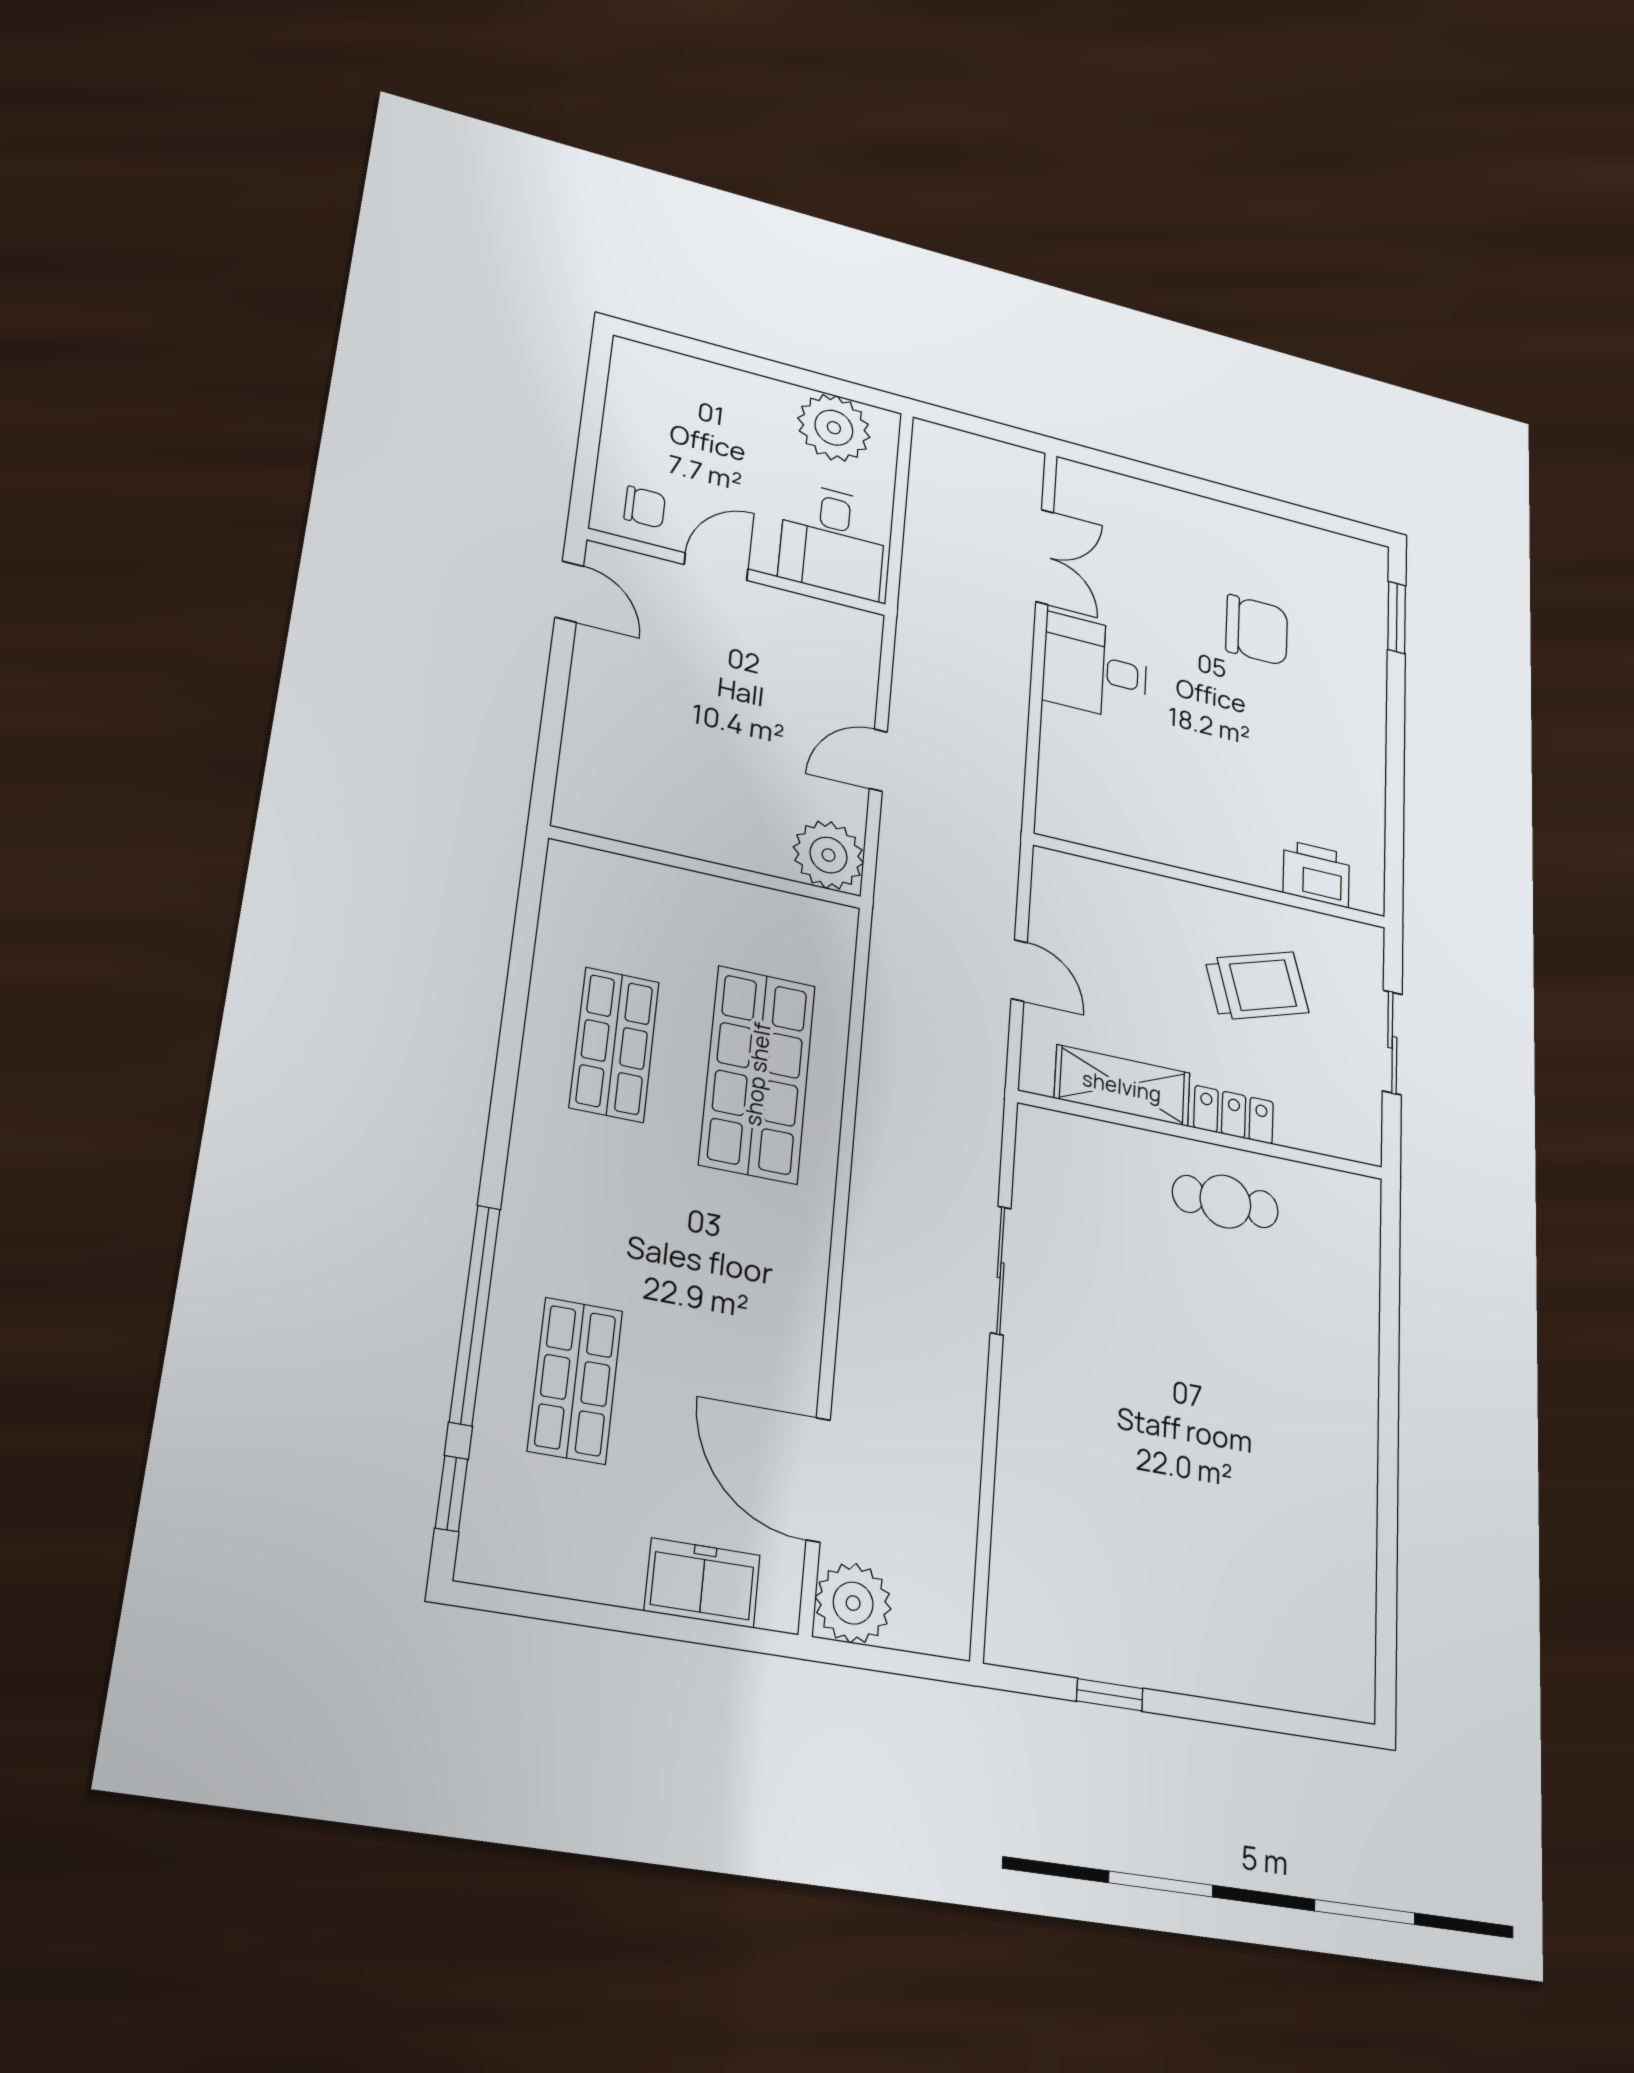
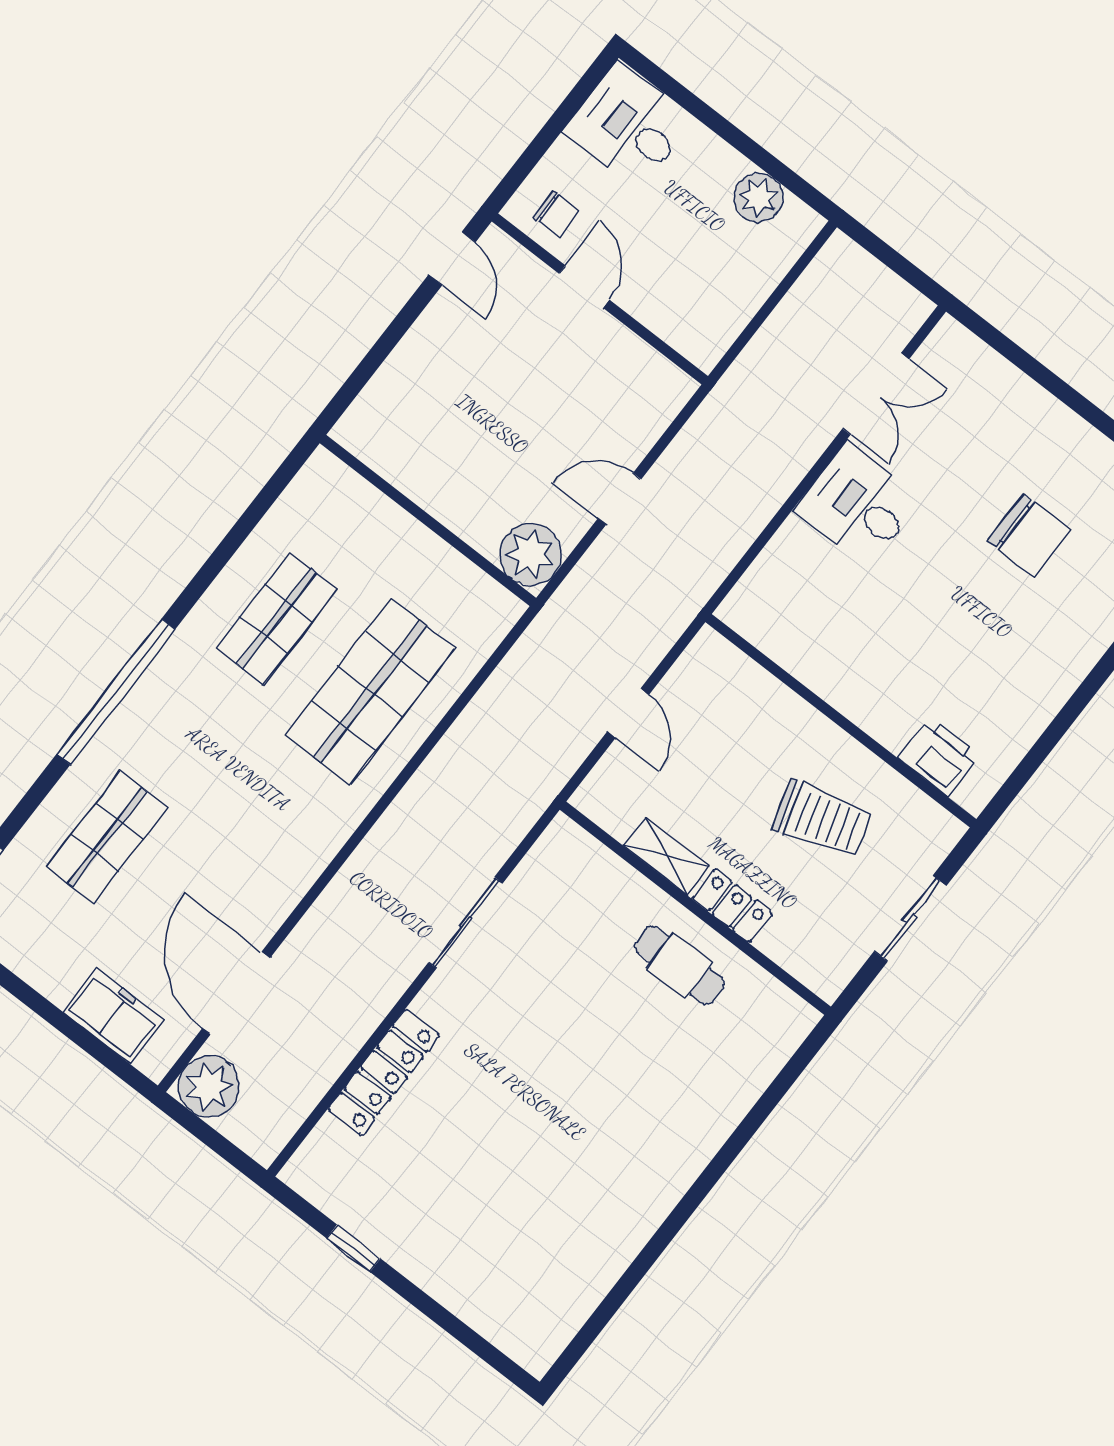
plant: (834, 428) -> (758, 197), width x0.73, depth x0.73
desk: (833, 541) -> (629, 126), moved, turned 90
door: (716, 567) -> (584, 287), hinge flipped
shelving: (1122, 1086) -> (666, 856), width x0.67, depth x0.75
window: (475, 1314) -> (116, 692), moved
locker: (1020, 1479) -> (384, 1072), added

